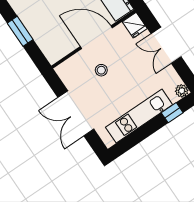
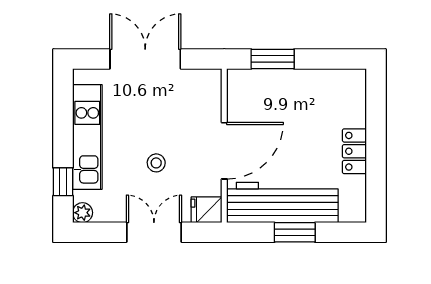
window: (20, 31) -> (273, 59), moved
stool: (101, 70) -> (156, 163), moved

